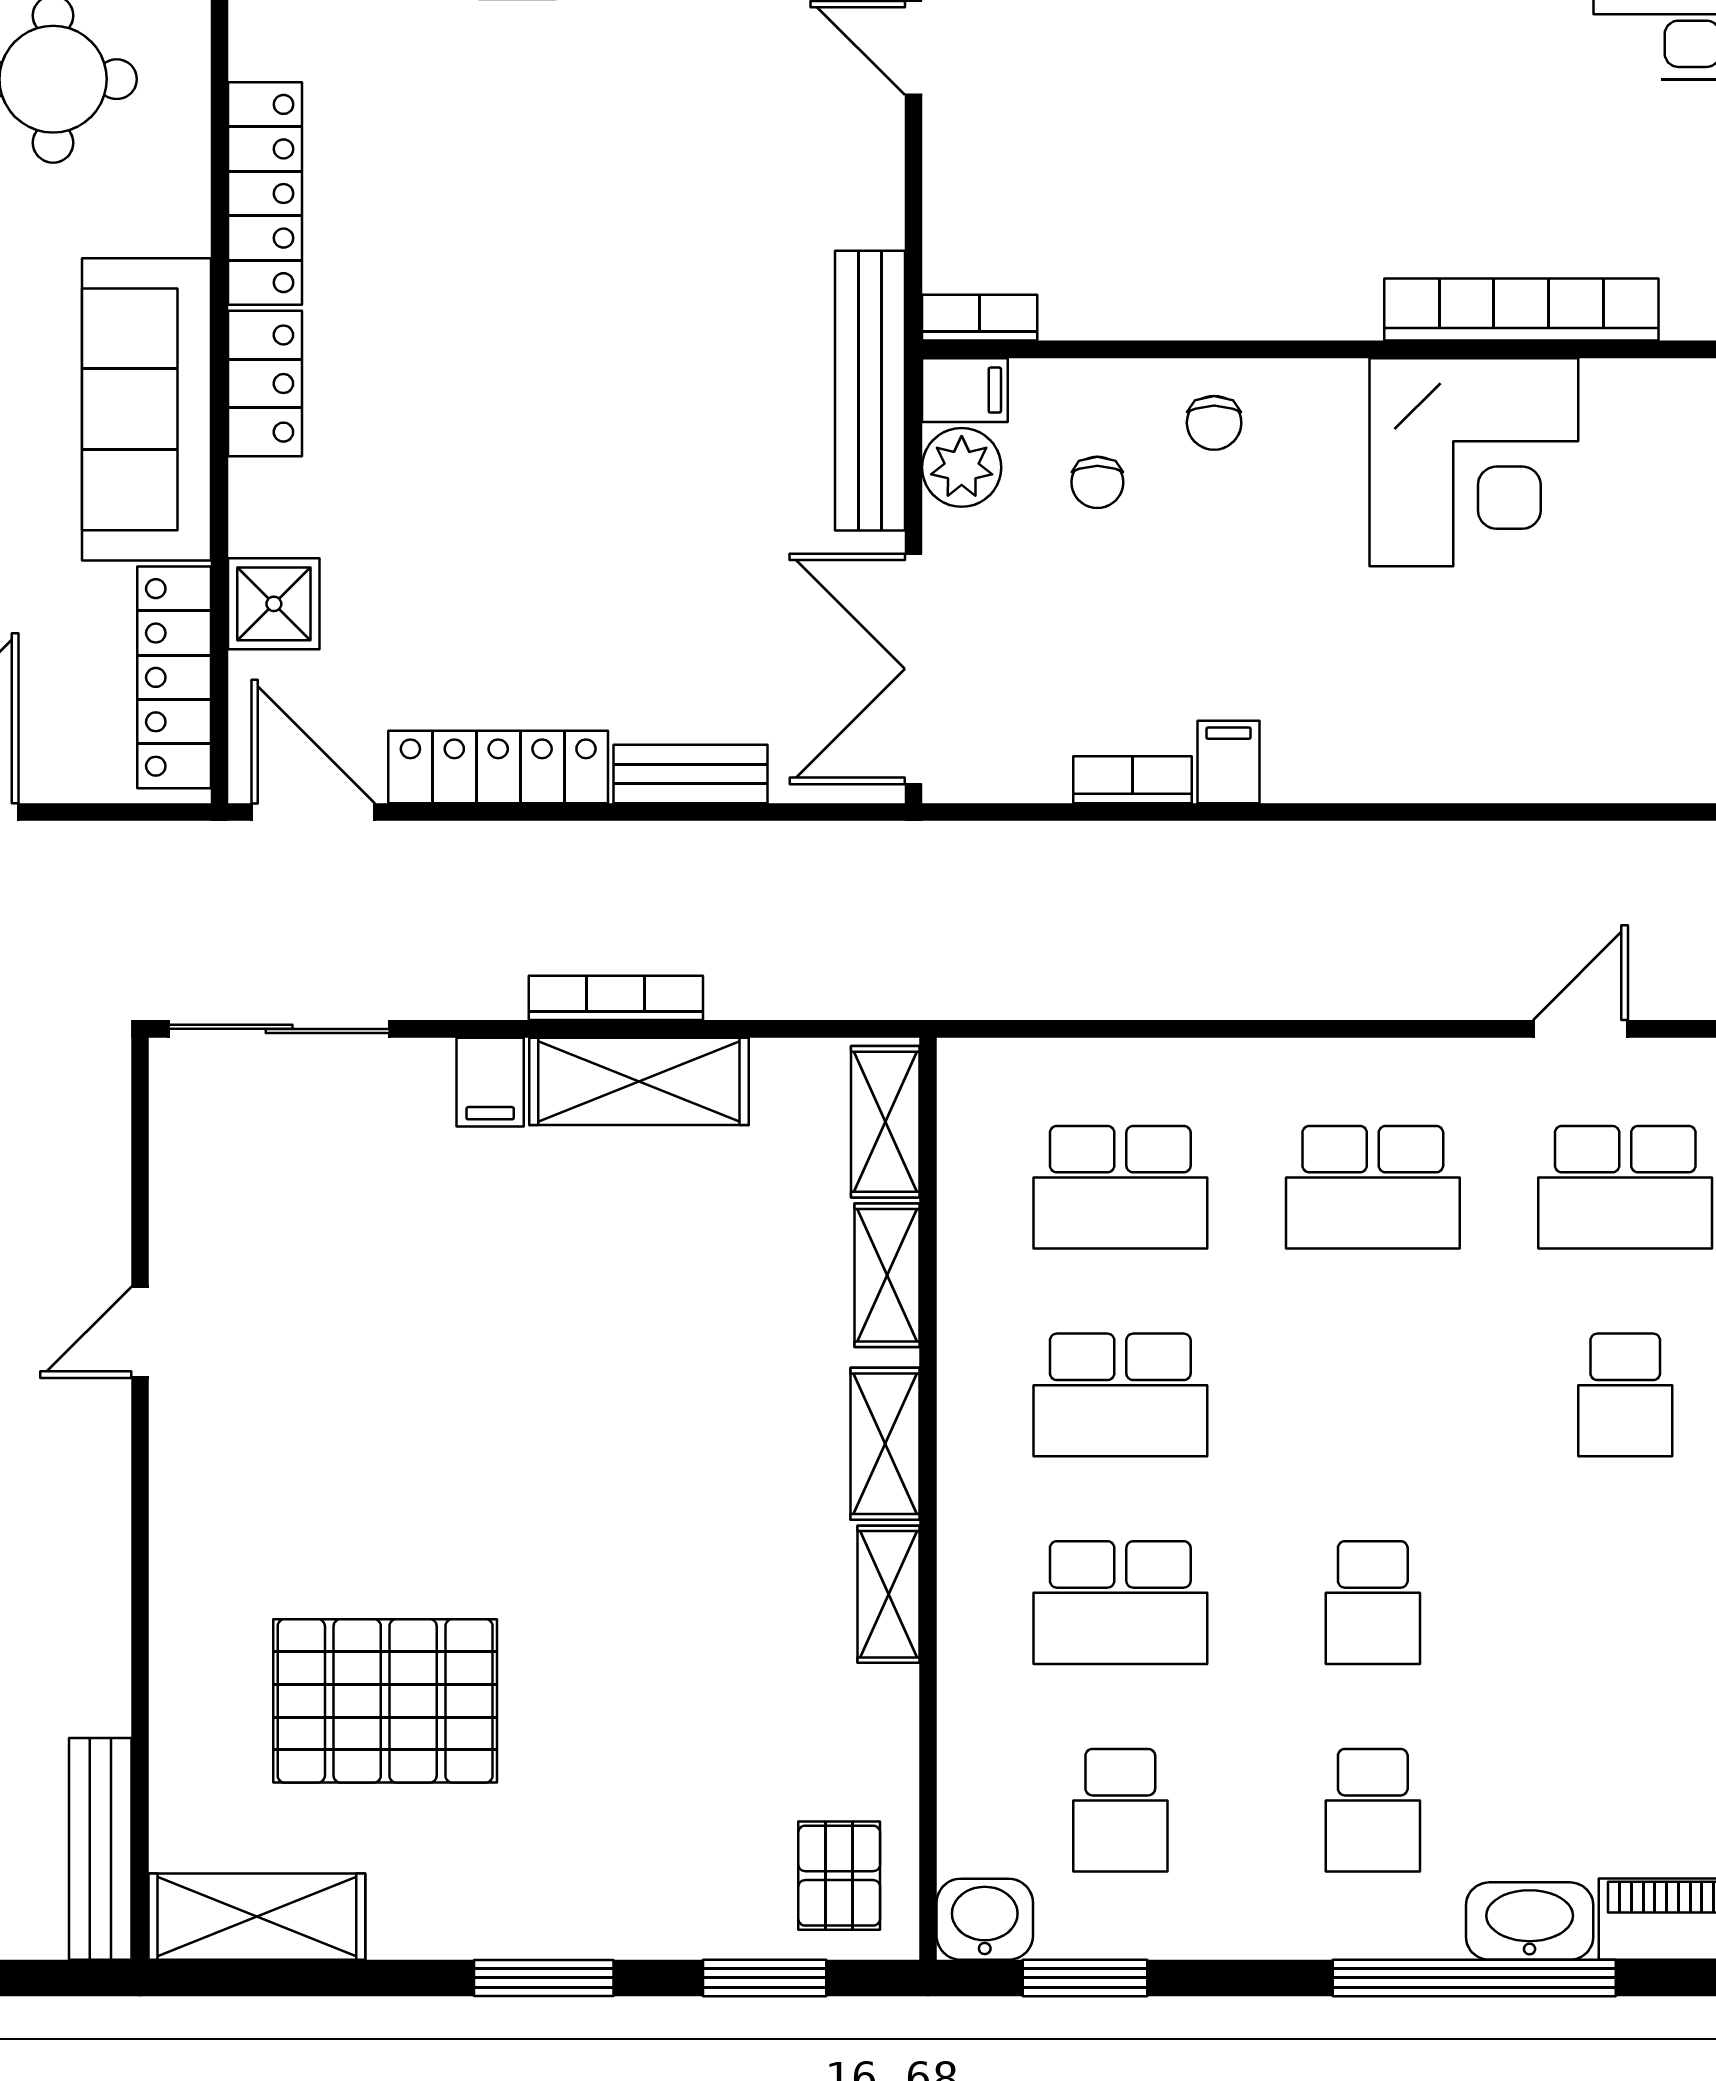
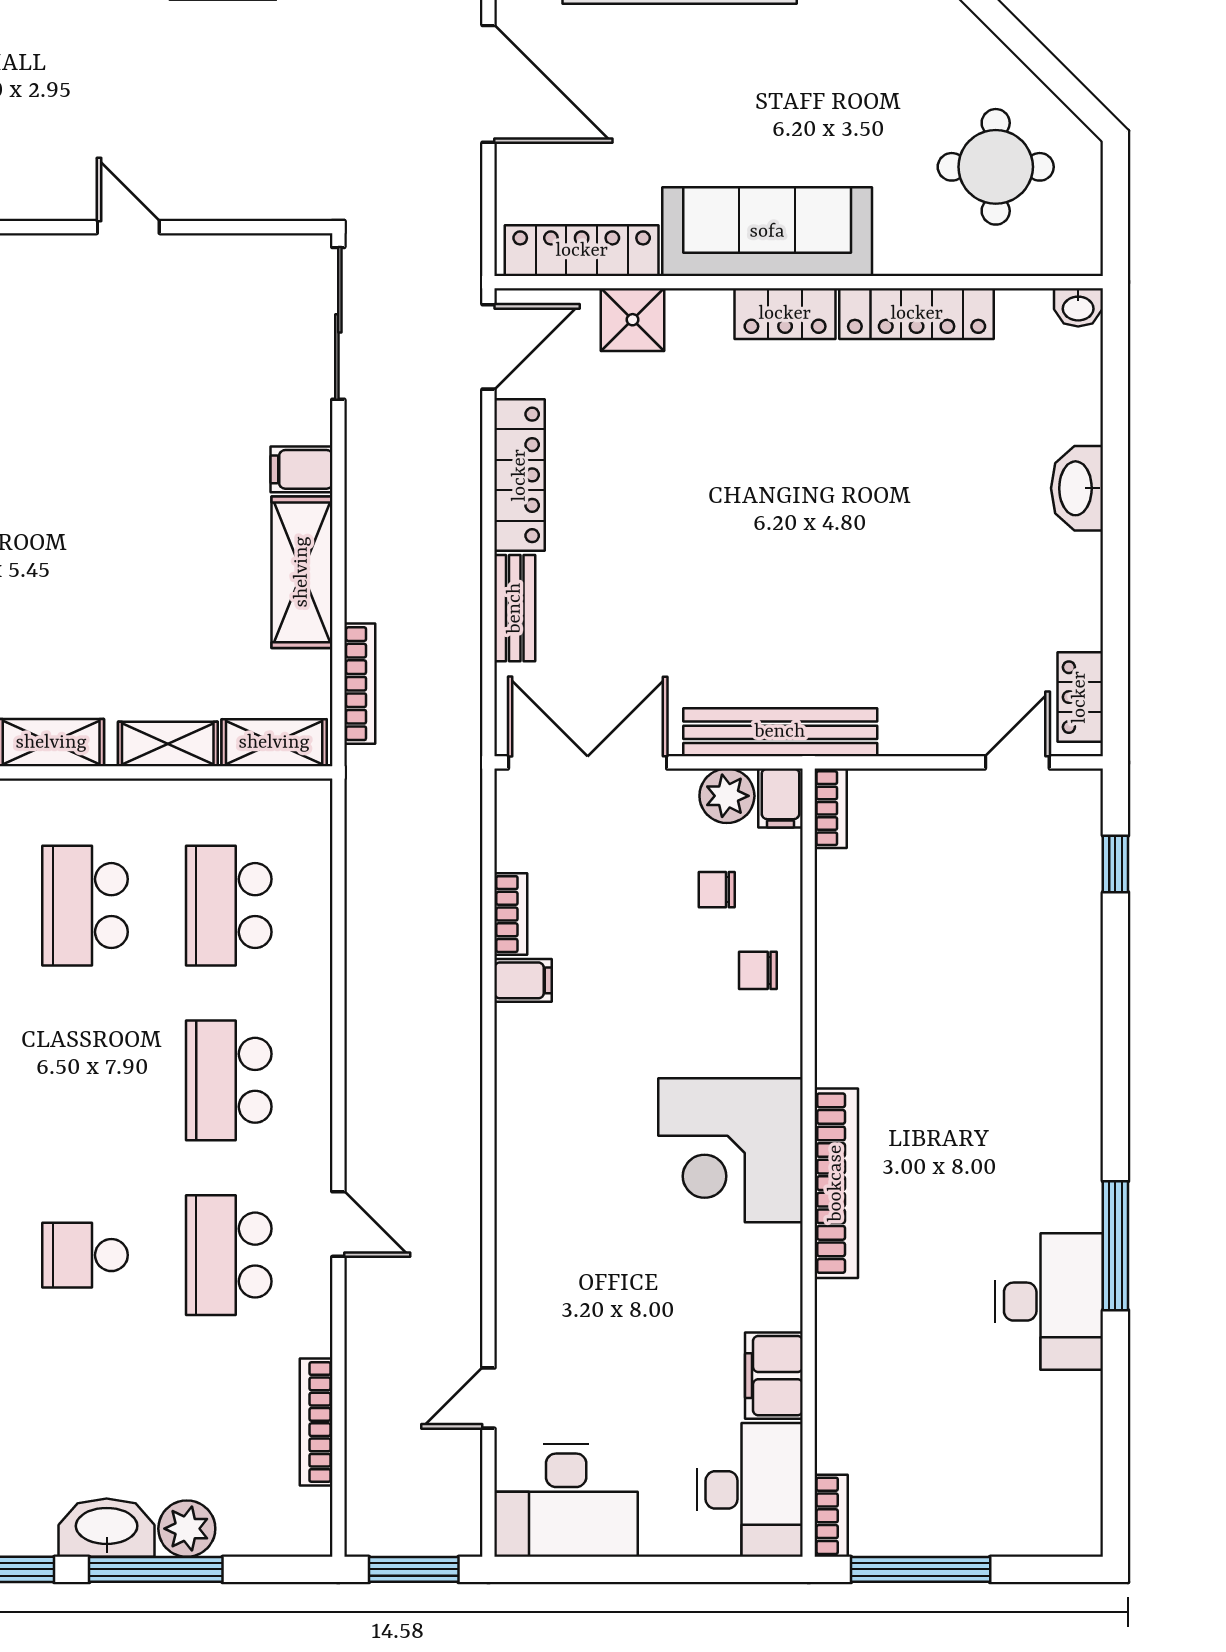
bookcase: (616, 998) -> (360, 684), moved

